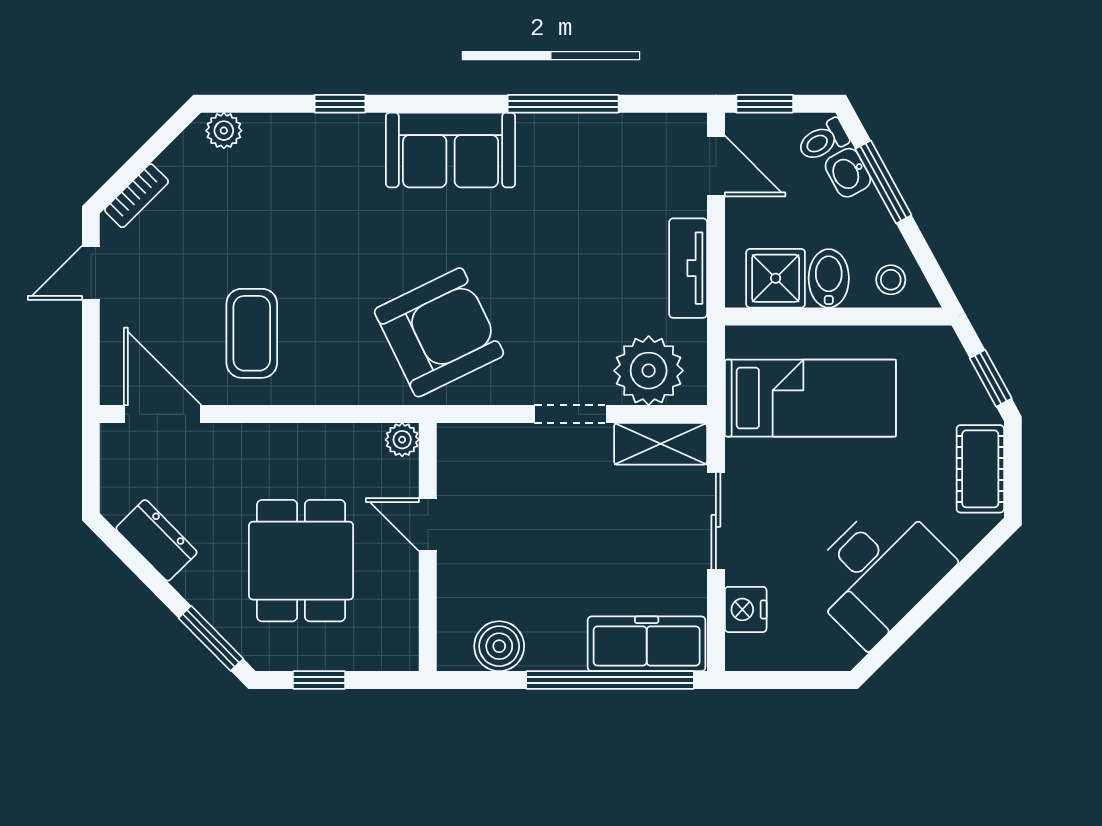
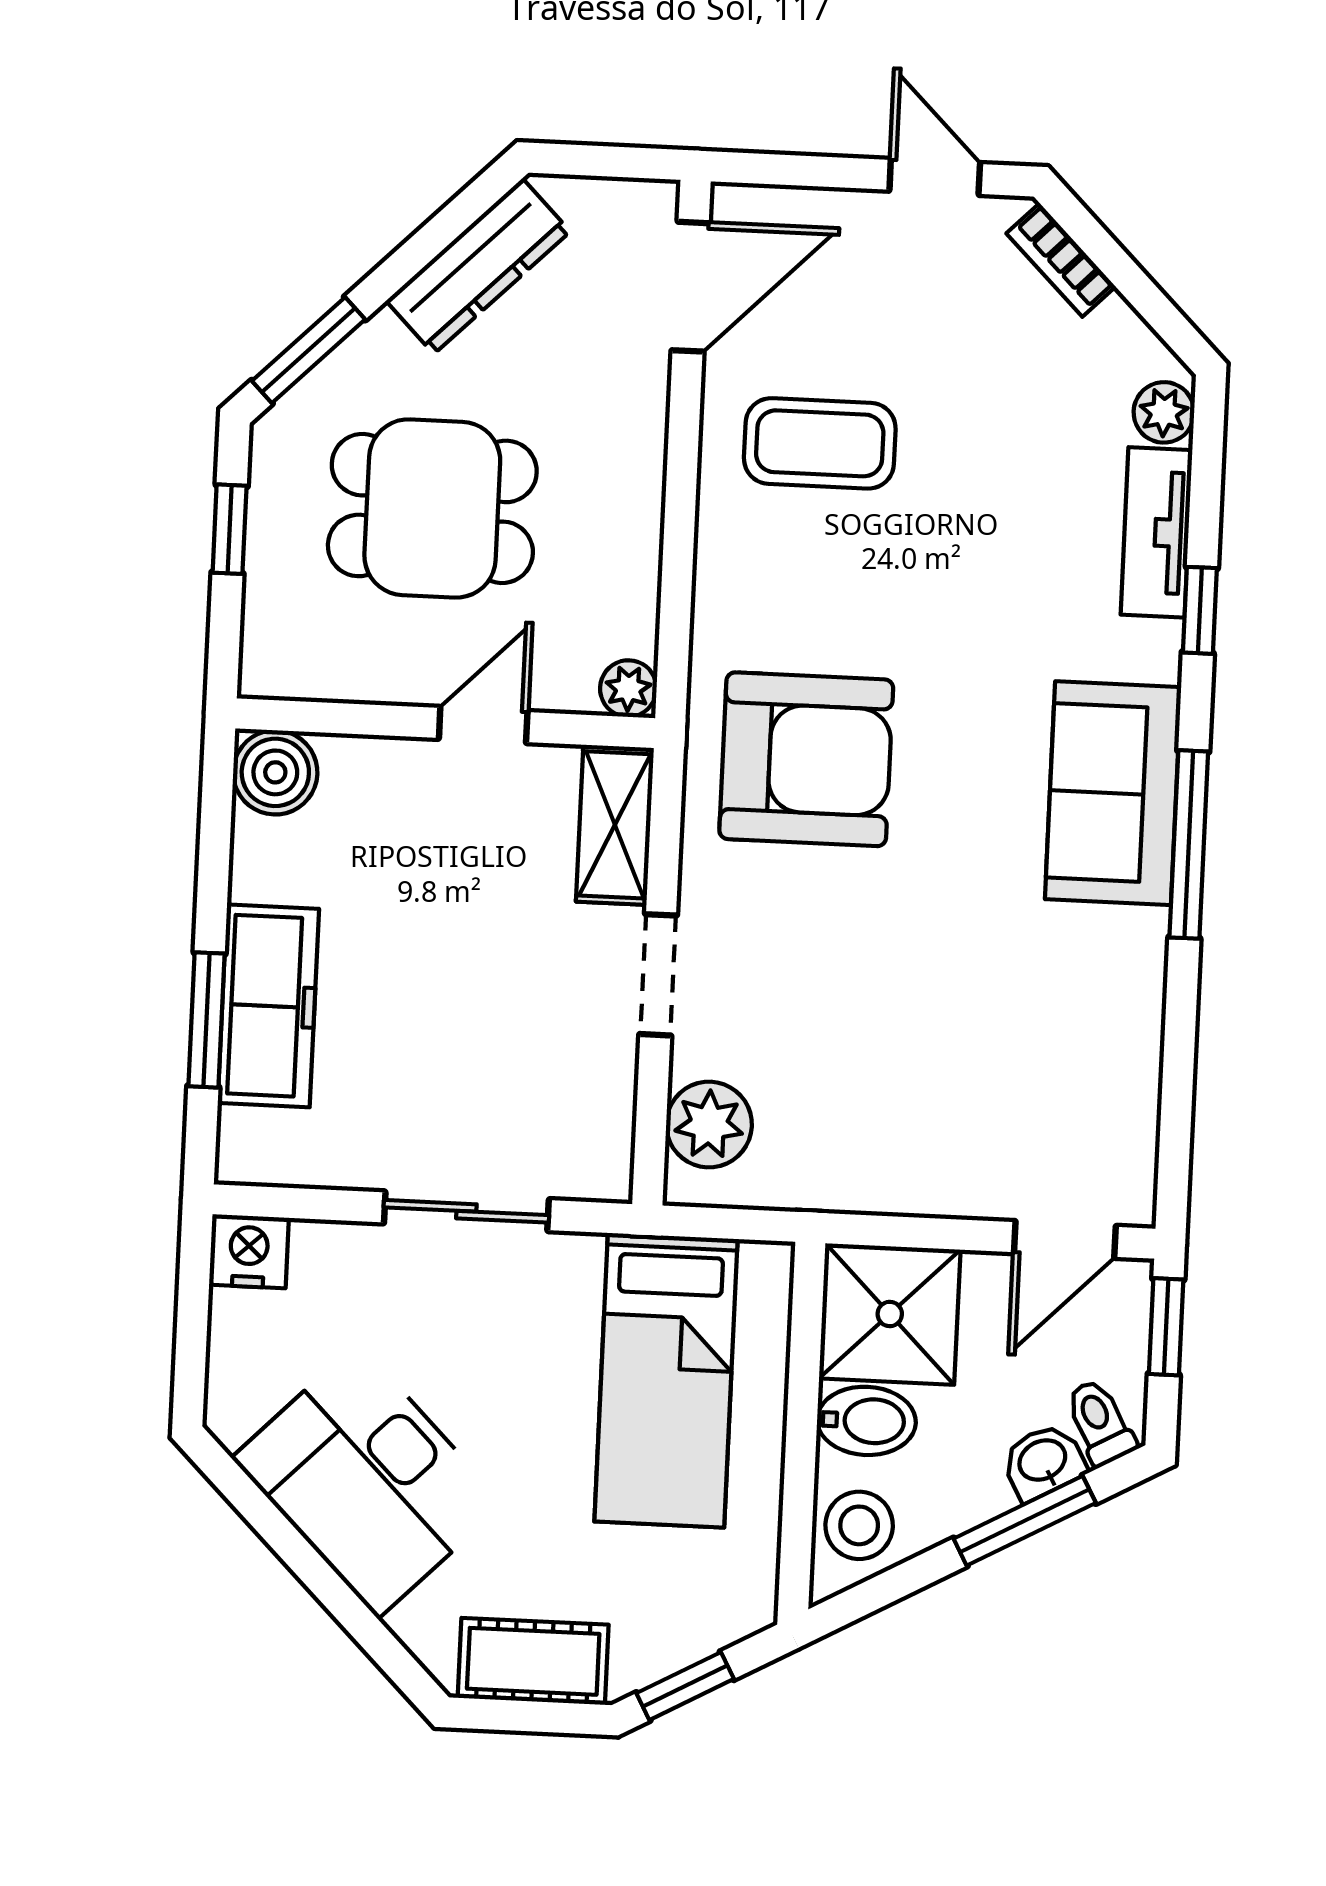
window: (563, 104) -> (1189, 844), moved
tv unit: (688, 268) -> (1156, 532), moved, turned -90
shower: (776, 278) -> (890, 1314), width x1.36, depth x1.36
stool: (891, 280) -> (859, 1525), width x1.37, depth x1.37
armchair: (439, 332) -> (806, 759), turned -64
plant: (649, 371) -> (709, 1125), width x0.73, depth x0.73
shelving: (661, 444) -> (615, 825), moved
dresser: (156, 540) -> (478, 266), width x1.44
nightstand: (746, 609) -> (249, 1251), moved
freezer: (647, 644) -> (268, 1006), moved
boiler: (499, 646) -> (275, 772), moved
window: (610, 680) -> (206, 1020), width x0.47

